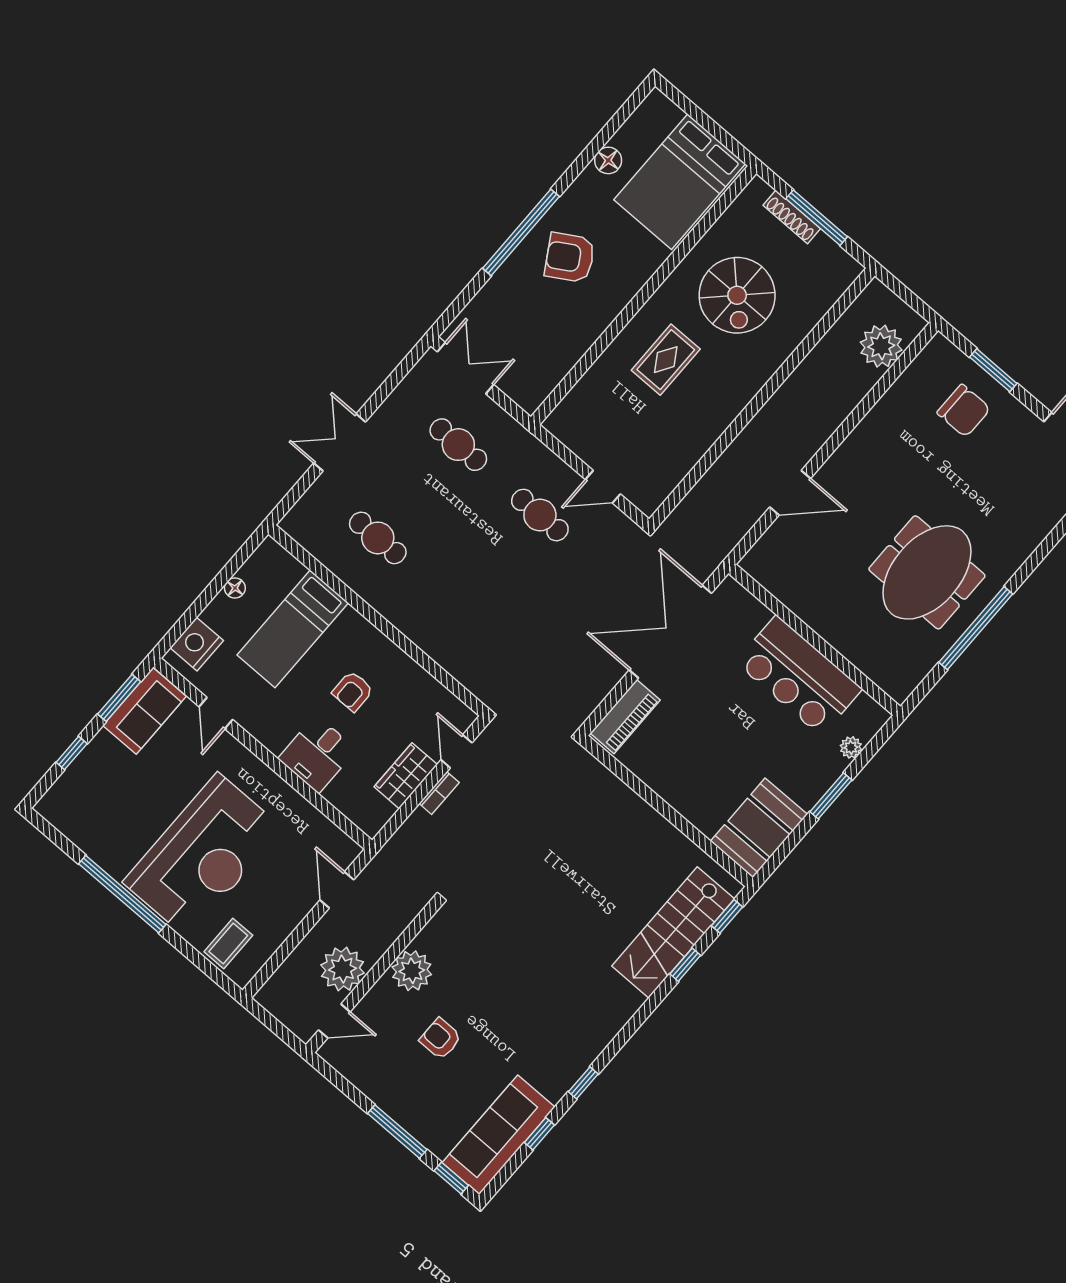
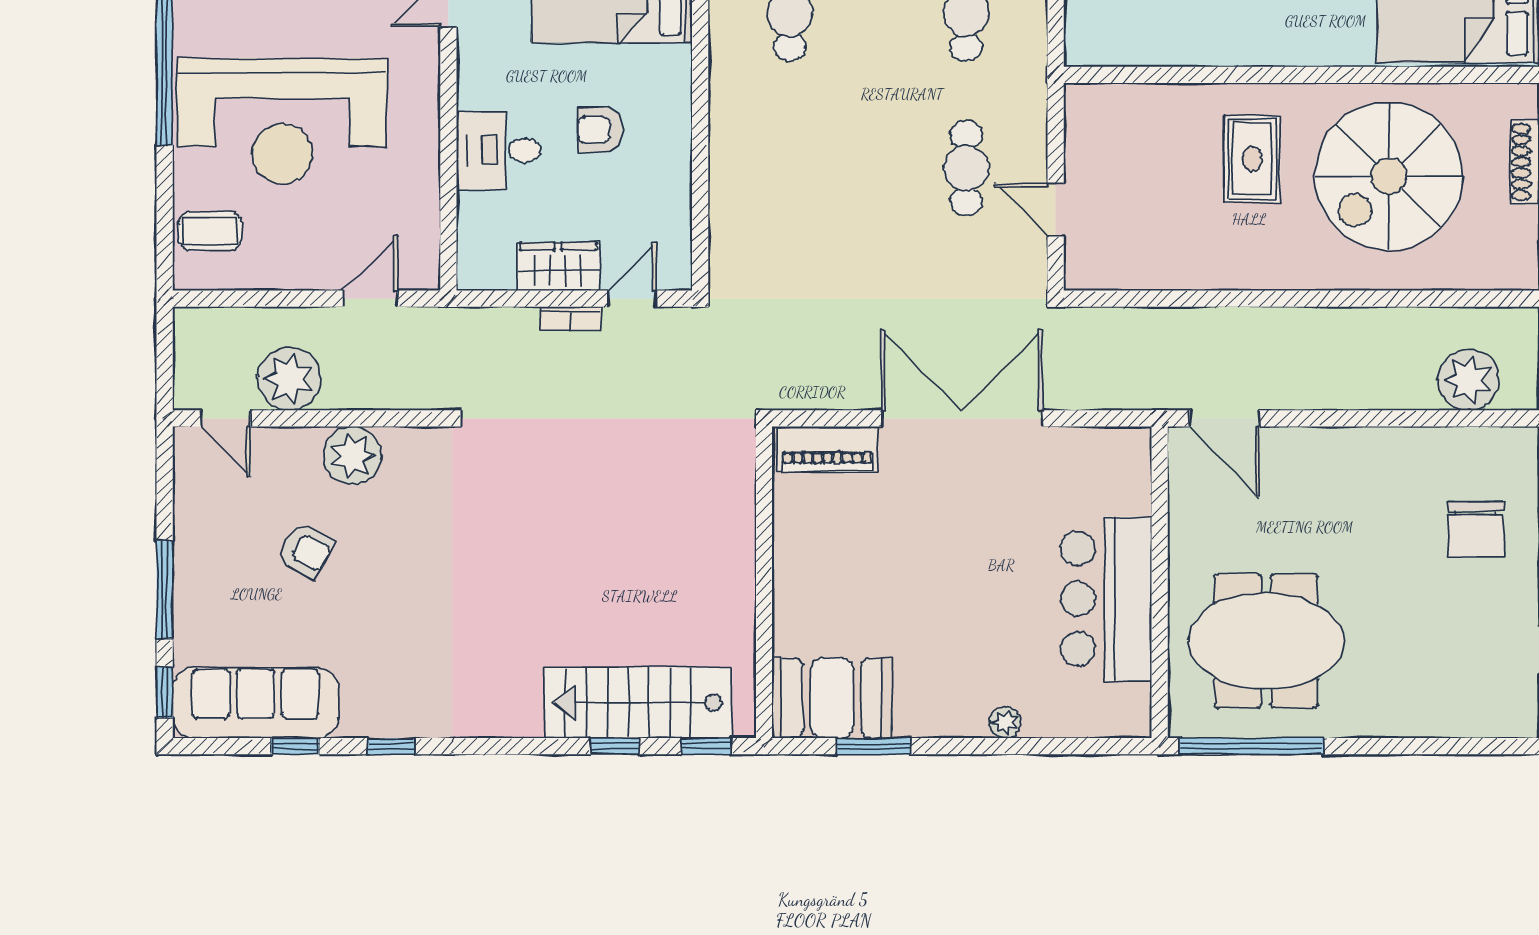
spiral stairs: (737, 295) -> (1389, 176), width x1.37, depth x1.37
rug: (666, 360) -> (1252, 159), turned 90
wall: (814, 640) -> (1160, 582), moved
bar counter: (799, 676) -> (1106, 599), moved
window: (831, 796) -> (874, 746), moved
armchair: (440, 1039) -> (306, 550), turned 118

